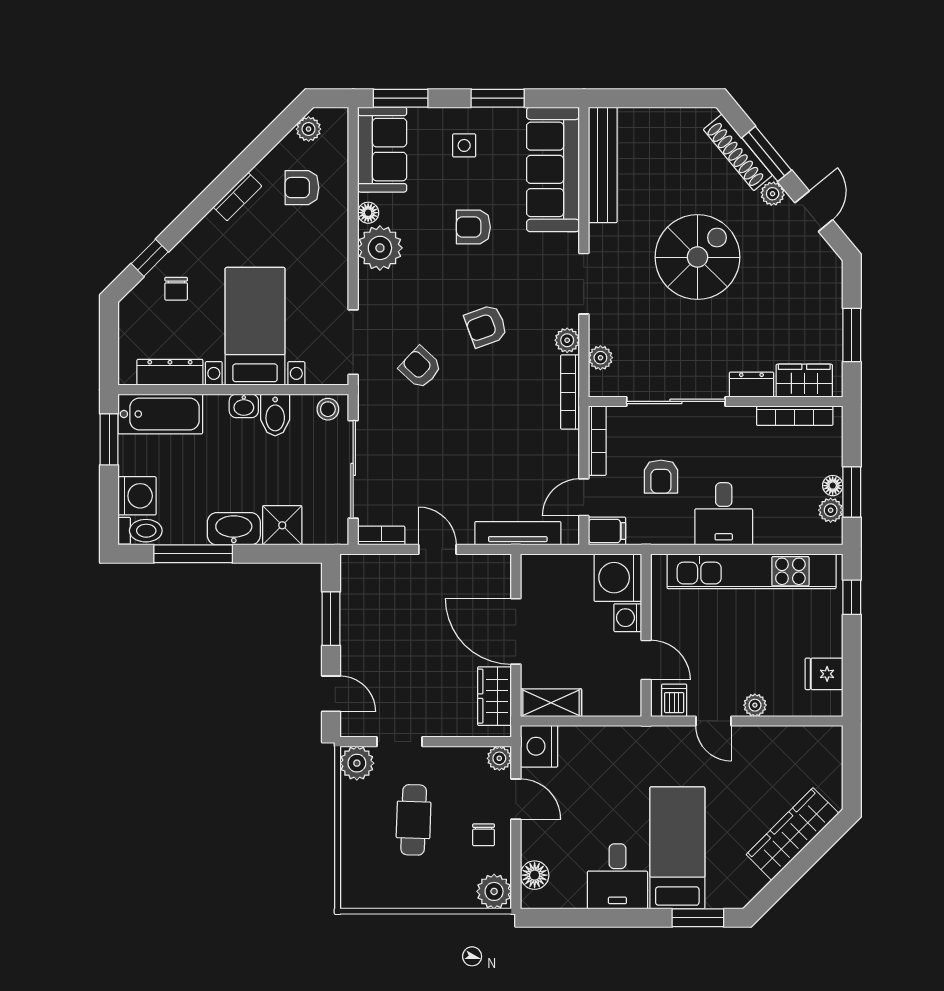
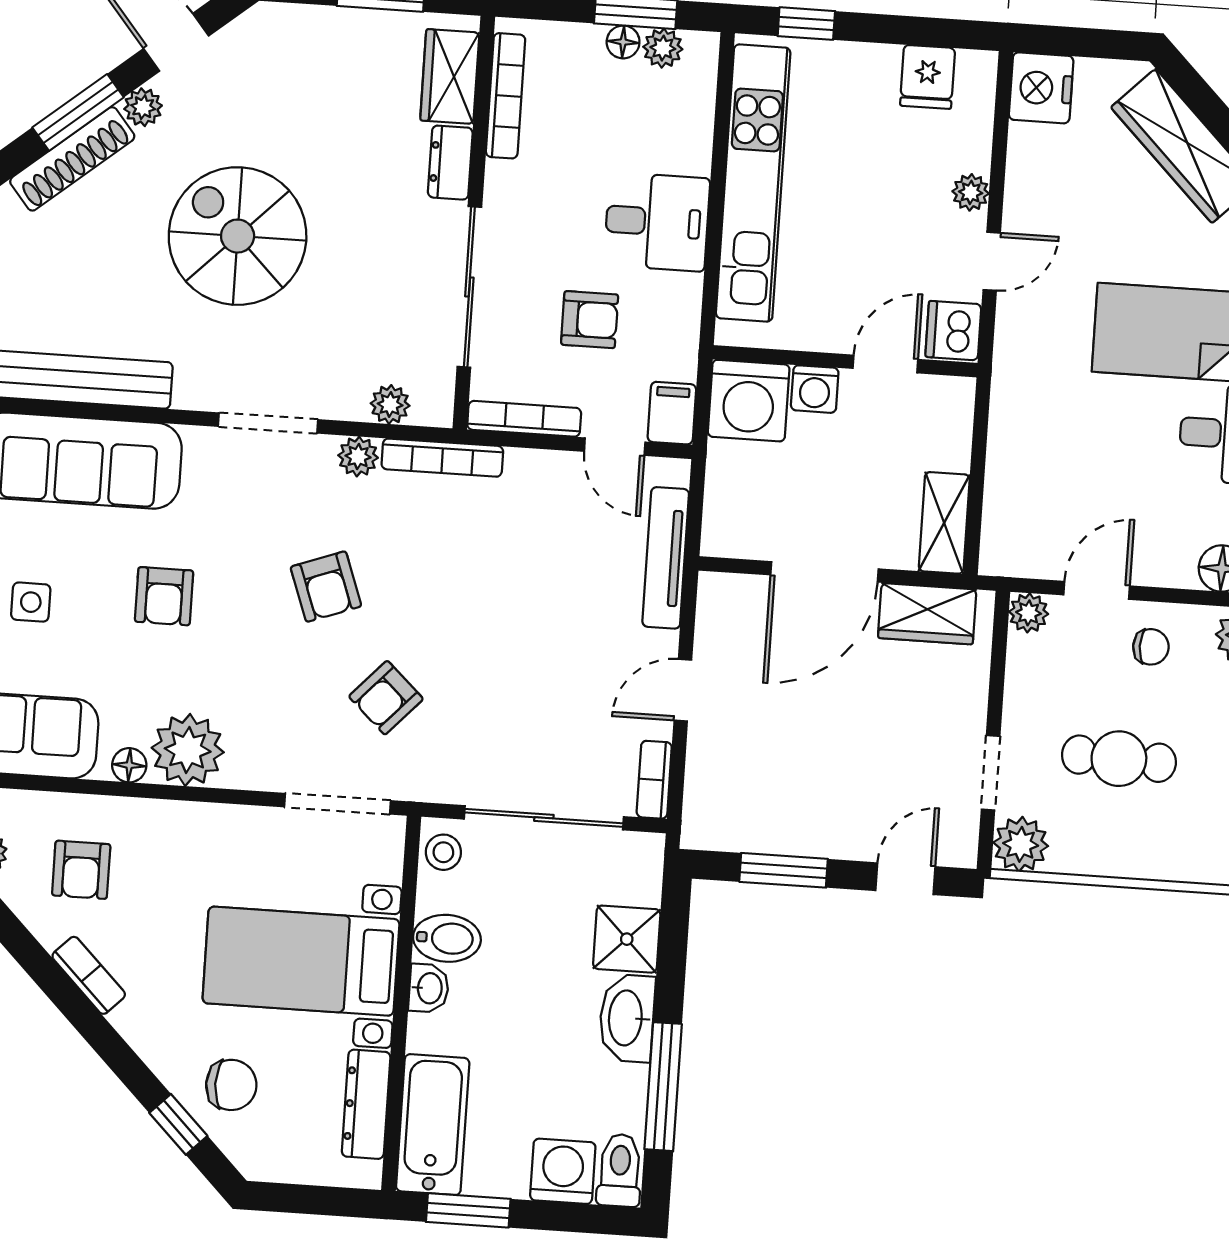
chair: (176, 289) -> (231, 1085), width x1.37, depth x1.37
dishwasher: (674, 700) -> (953, 331), width x1.38
nightstand: (539, 746) -> (1041, 88), moved, turned 90

